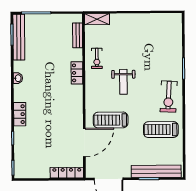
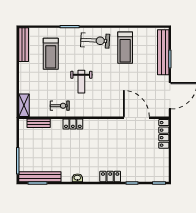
bench: (163, 18) -> (24, 45), added
weight bench: (123, 82) -> (81, 82), turned 90
treadmill: (111, 120) -> (51, 54), moved

